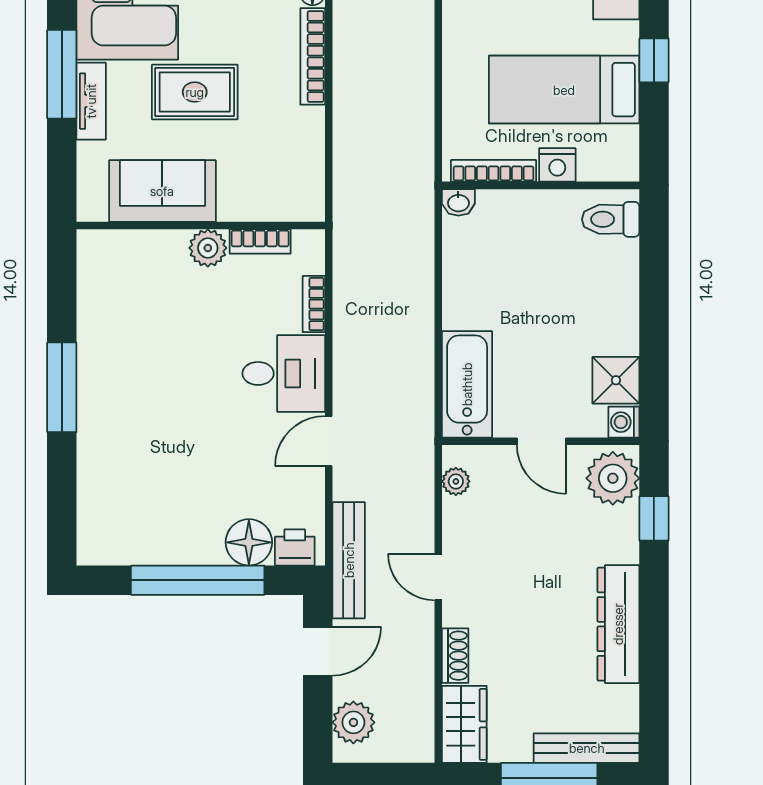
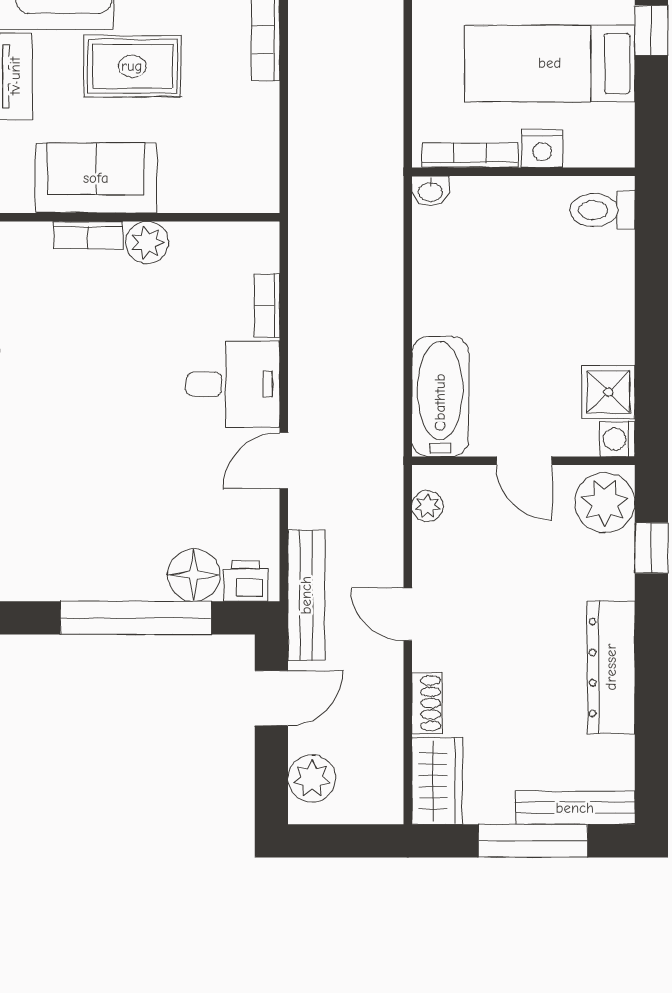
bookcase: (260, 241) -> (88, 235), moved

